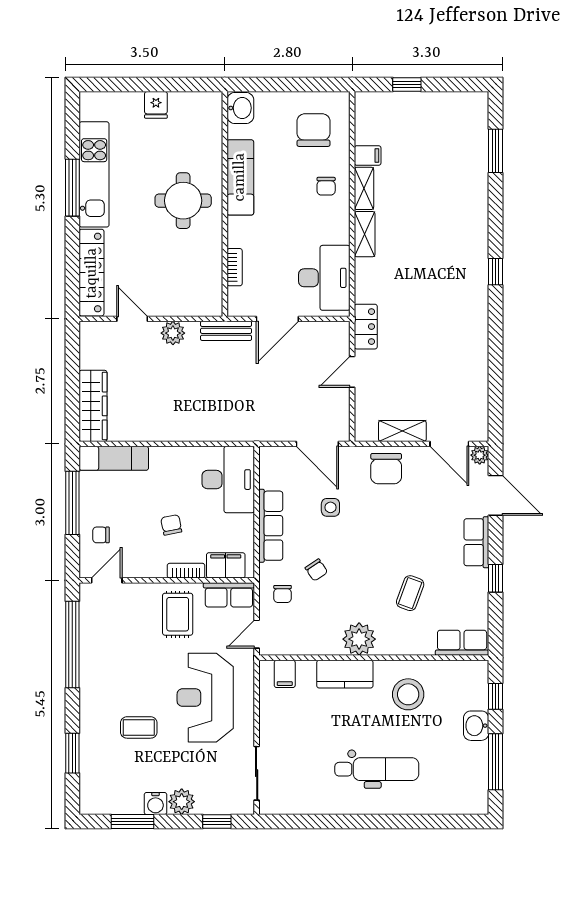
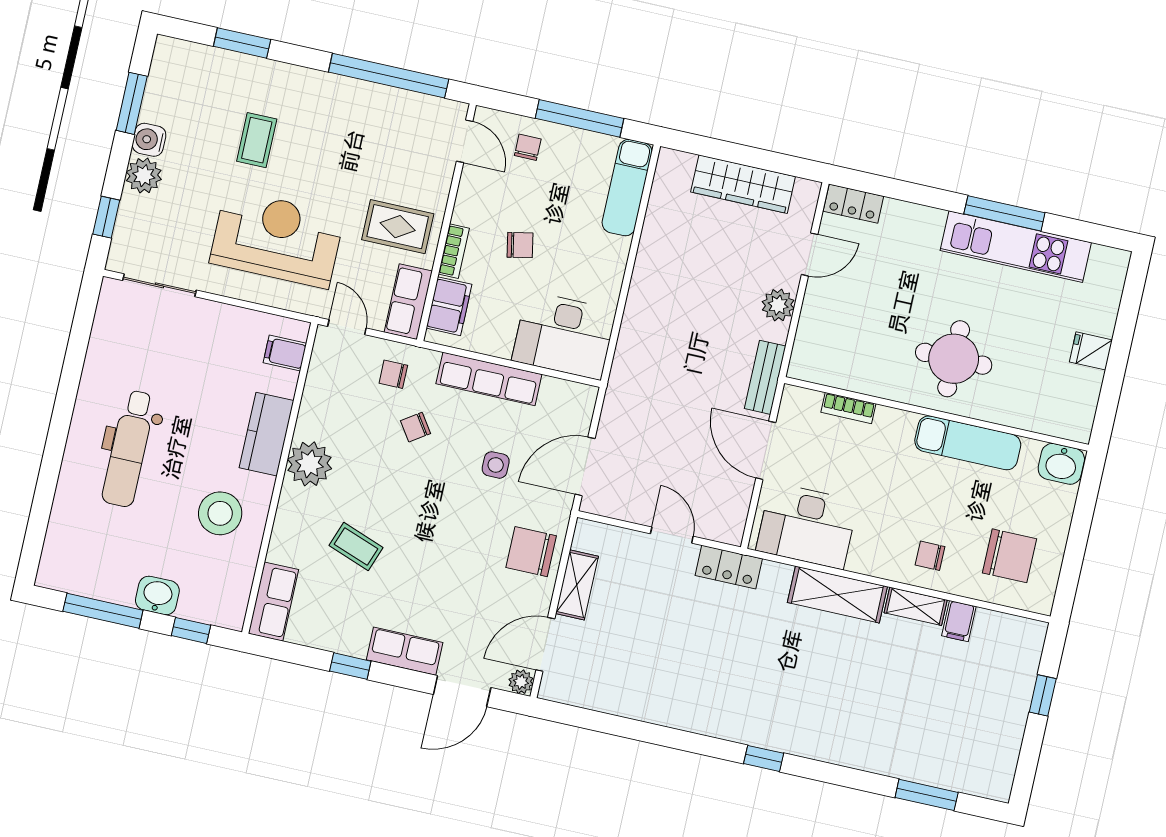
shelving: (365, 234) -> (837, 595), width x1.50, depth x1.33
locker: (92, 273) -> (853, 204), width x0.46, depth x0.83
wardrobe: (93, 406) -> (743, 184), moved

